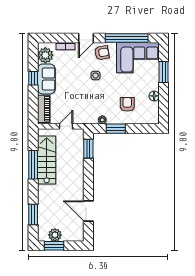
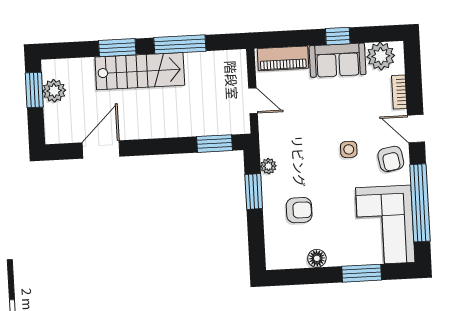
stairs: (47, 160) -> (140, 71), moved
window: (33, 214) -> (117, 48), moved

